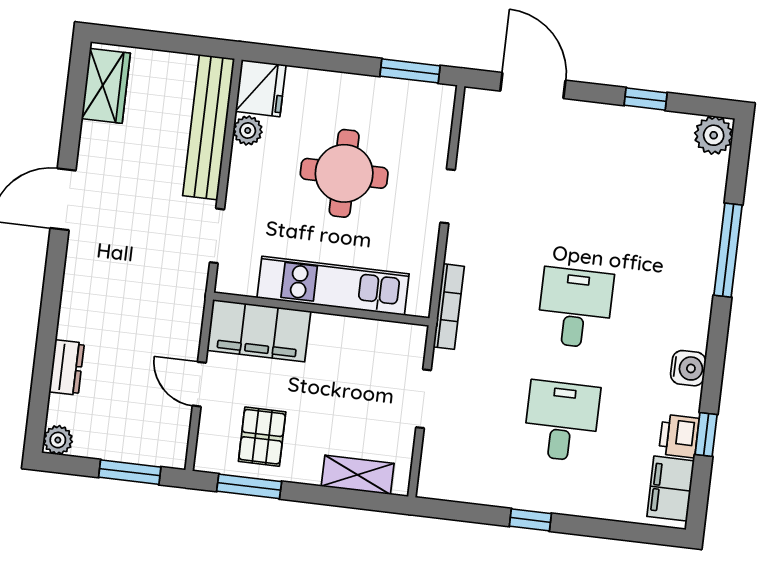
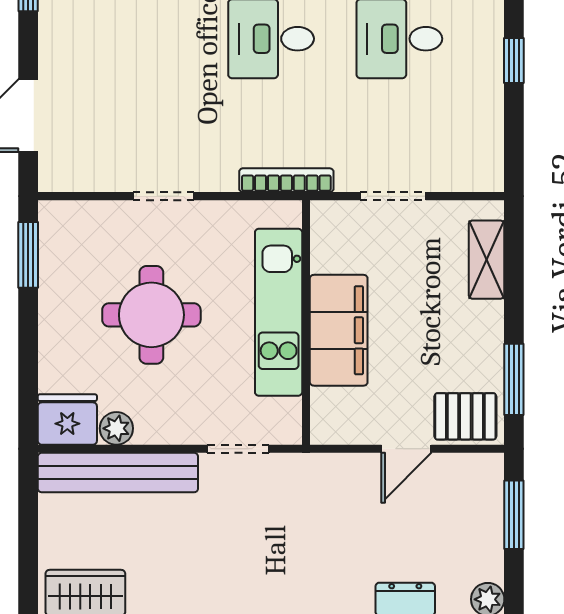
filing cabinet: (259, 331) -> (339, 330), moved
pallet: (262, 437) -> (465, 416), moved

